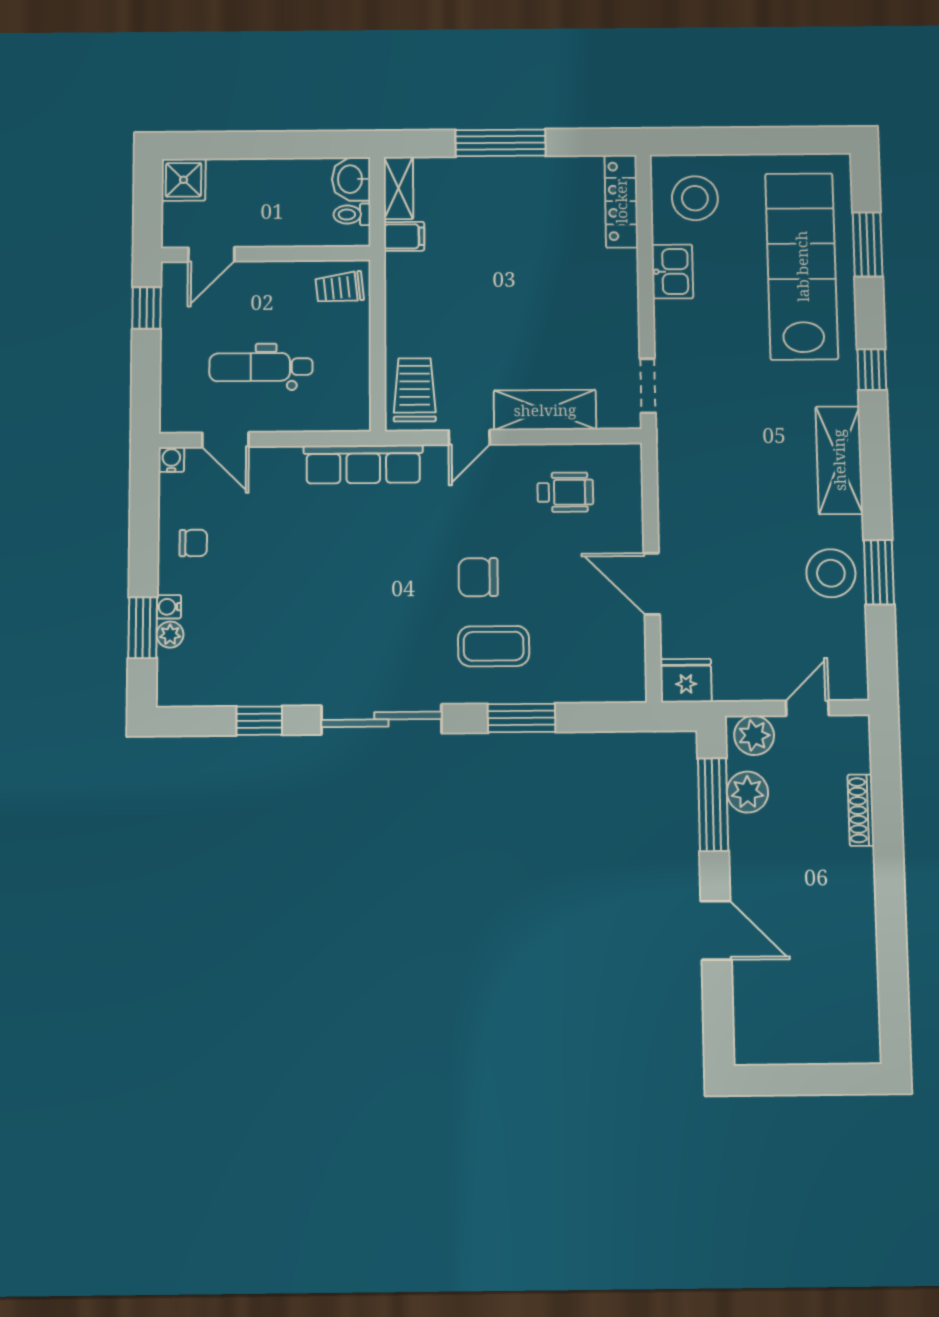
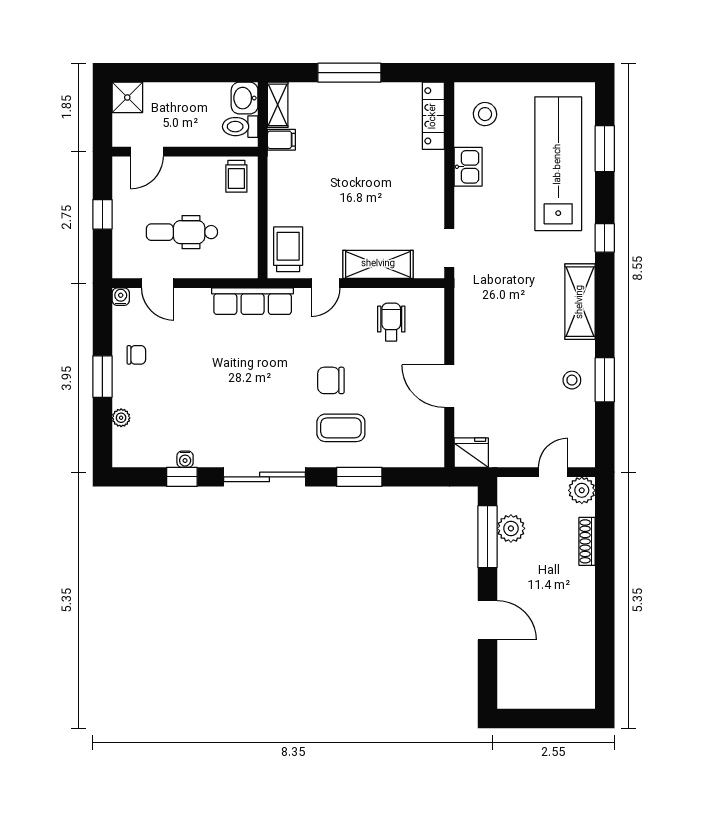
stool: (695, 198) -> (485, 114), width x0.73, depth x0.73
toilet: (352, 214) -> (240, 127), width x1.37, depth x1.39
trolley: (340, 288) -> (236, 176), turned -84
window: (147, 308) -> (102, 214), moved
wheelchair: (565, 492) -> (391, 322), turned -90
stool: (831, 573) -> (572, 380), width x0.53, depth x0.53
water cooler: (169, 607) -> (185, 459), moved, turned -90
window: (143, 628) -> (102, 377), moved
plant: (754, 735) -> (582, 490), moved

